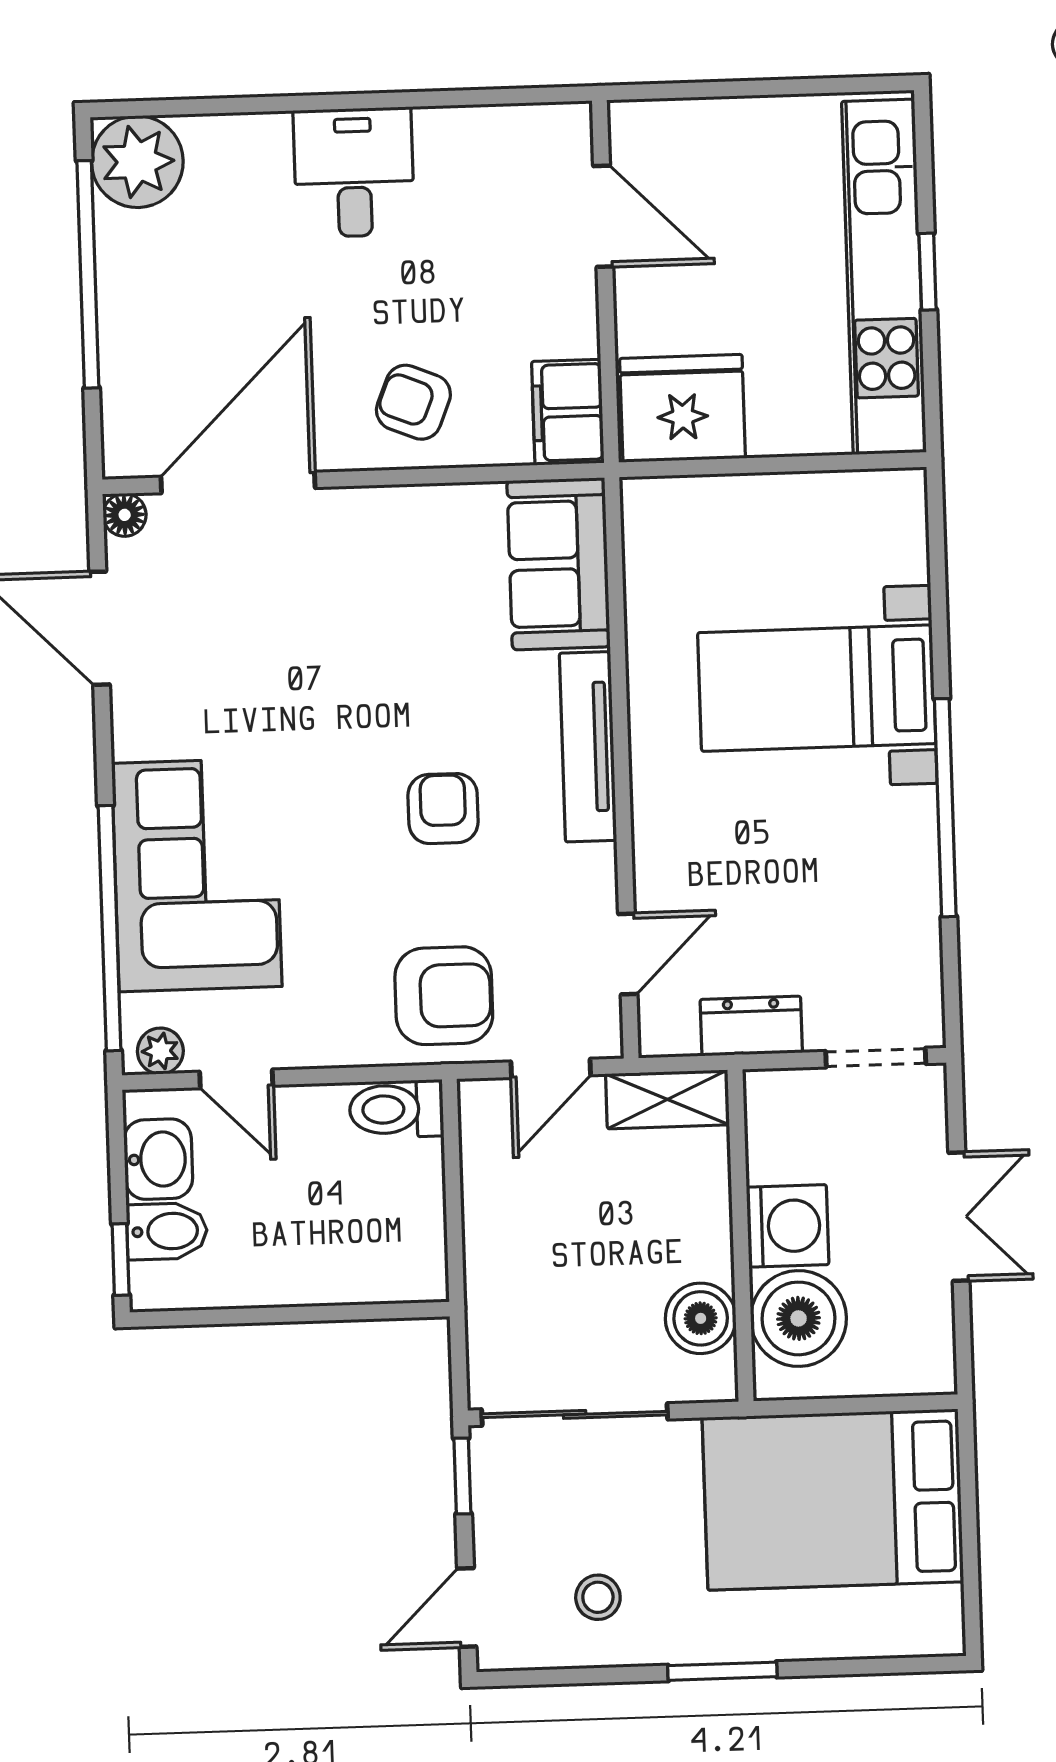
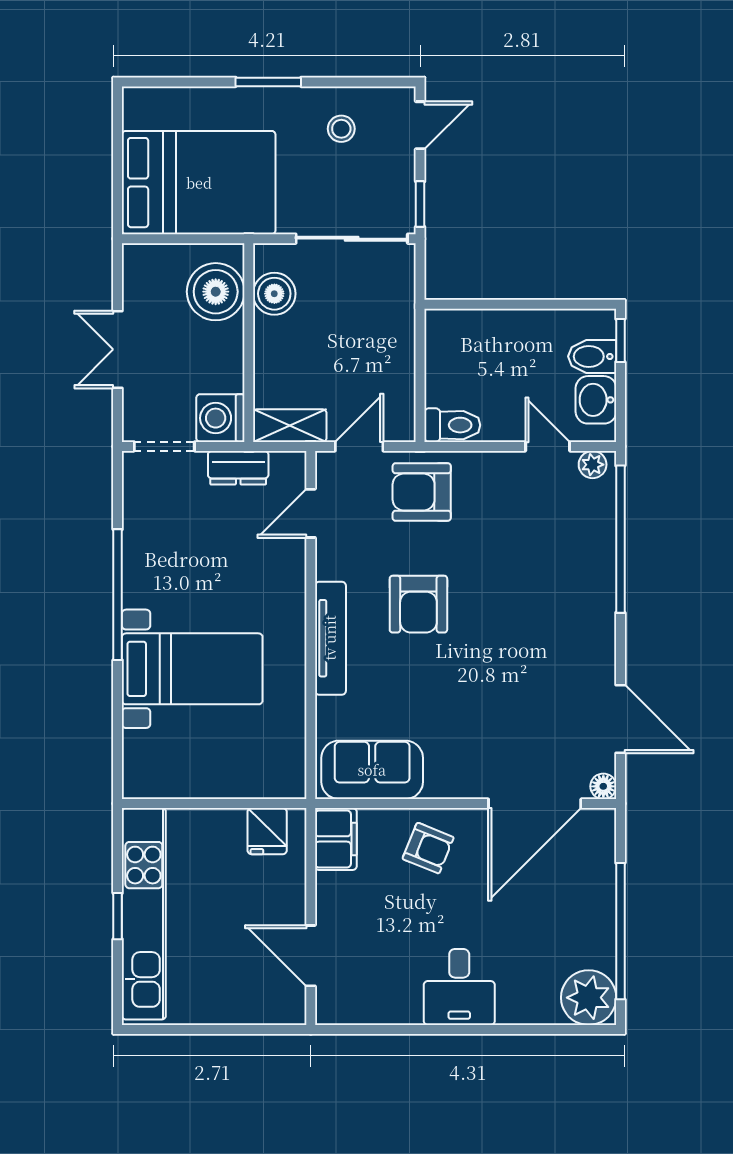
fridge: (682, 408) -> (267, 831), width x0.53, depth x0.75
sofa: (558, 564) -> (372, 770), moved, turned -90
armchair: (443, 809) -> (418, 604), width x1.38, depth x1.38
corner sofa: (197, 875) -> (567, 569), removed
washing machine: (788, 1226) -> (220, 418), moved

